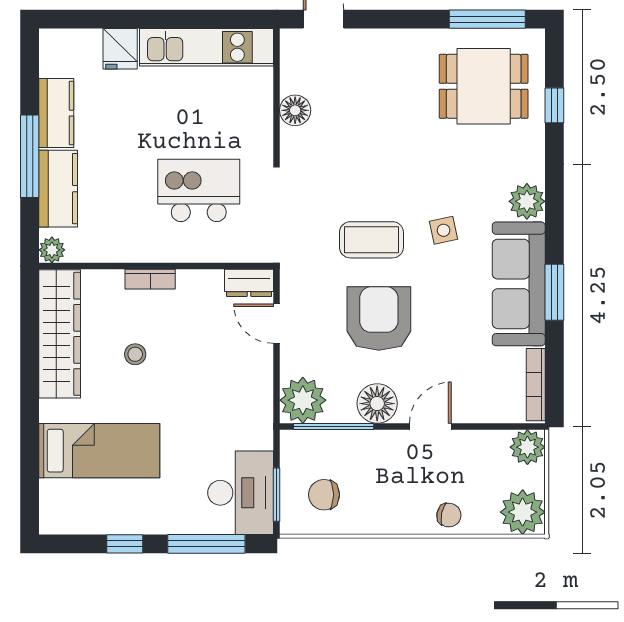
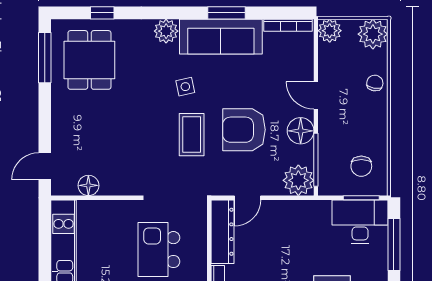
floor lamp: (295, 110) -> (88, 185), moved
dresser: (249, 283) -> (223, 232), width x1.96, depth x1.24

